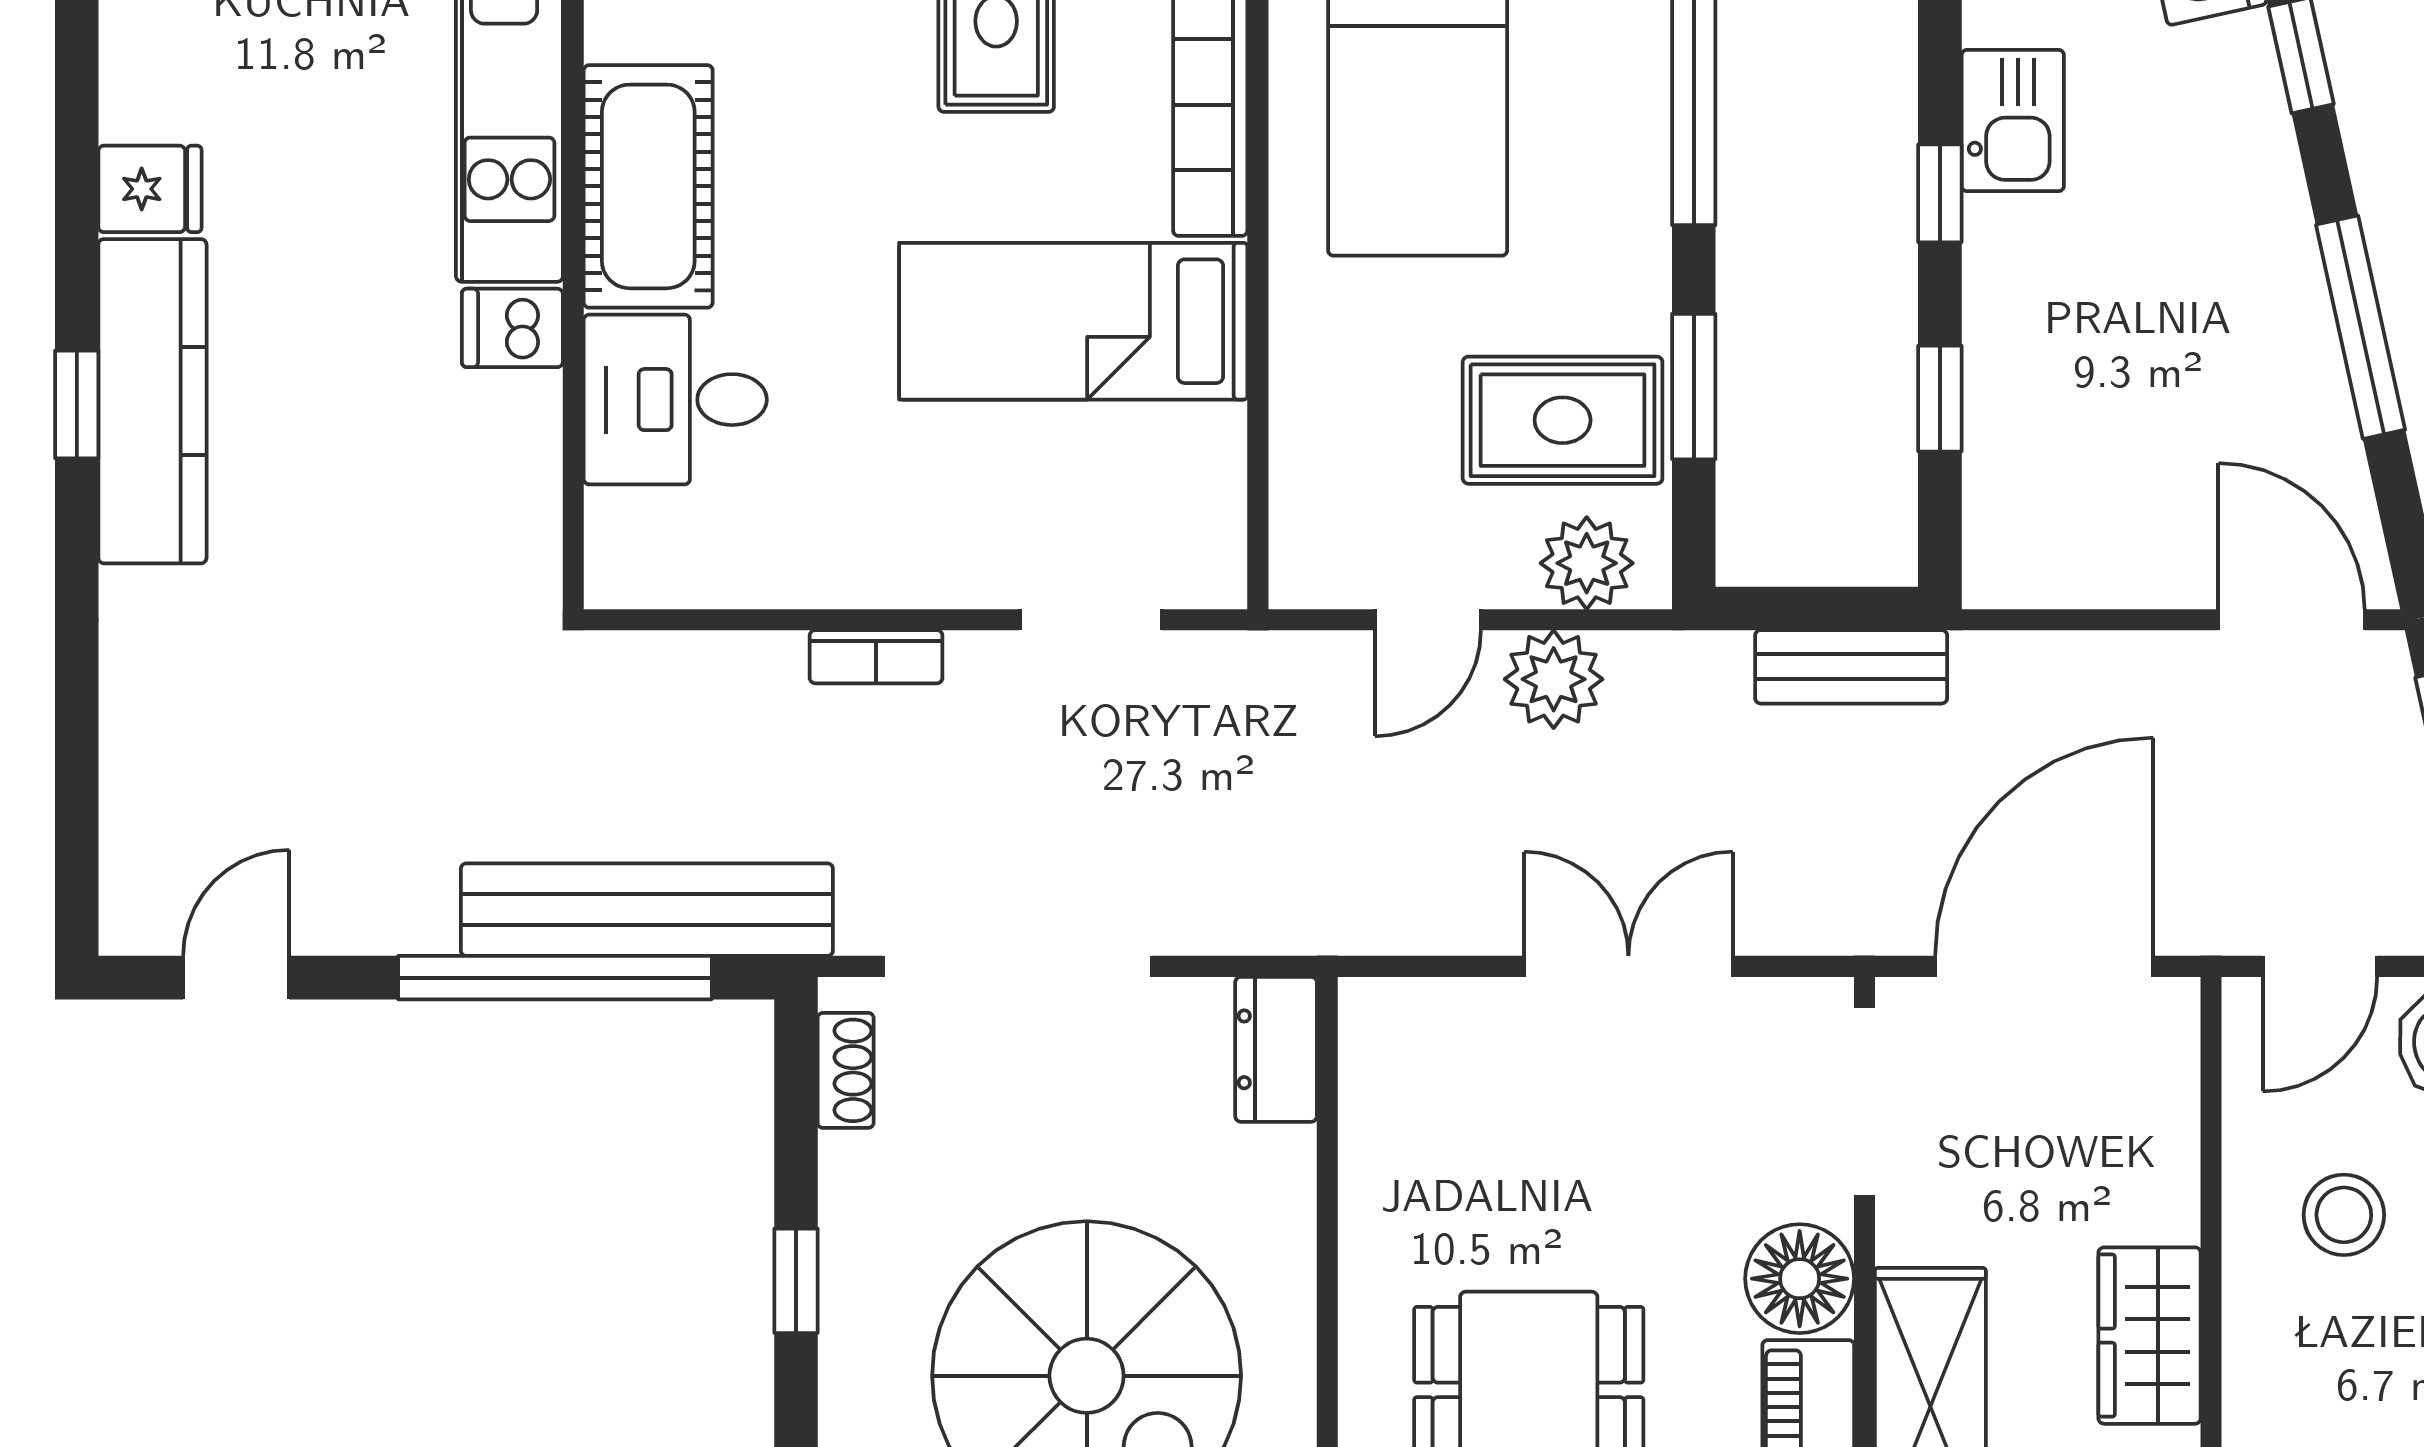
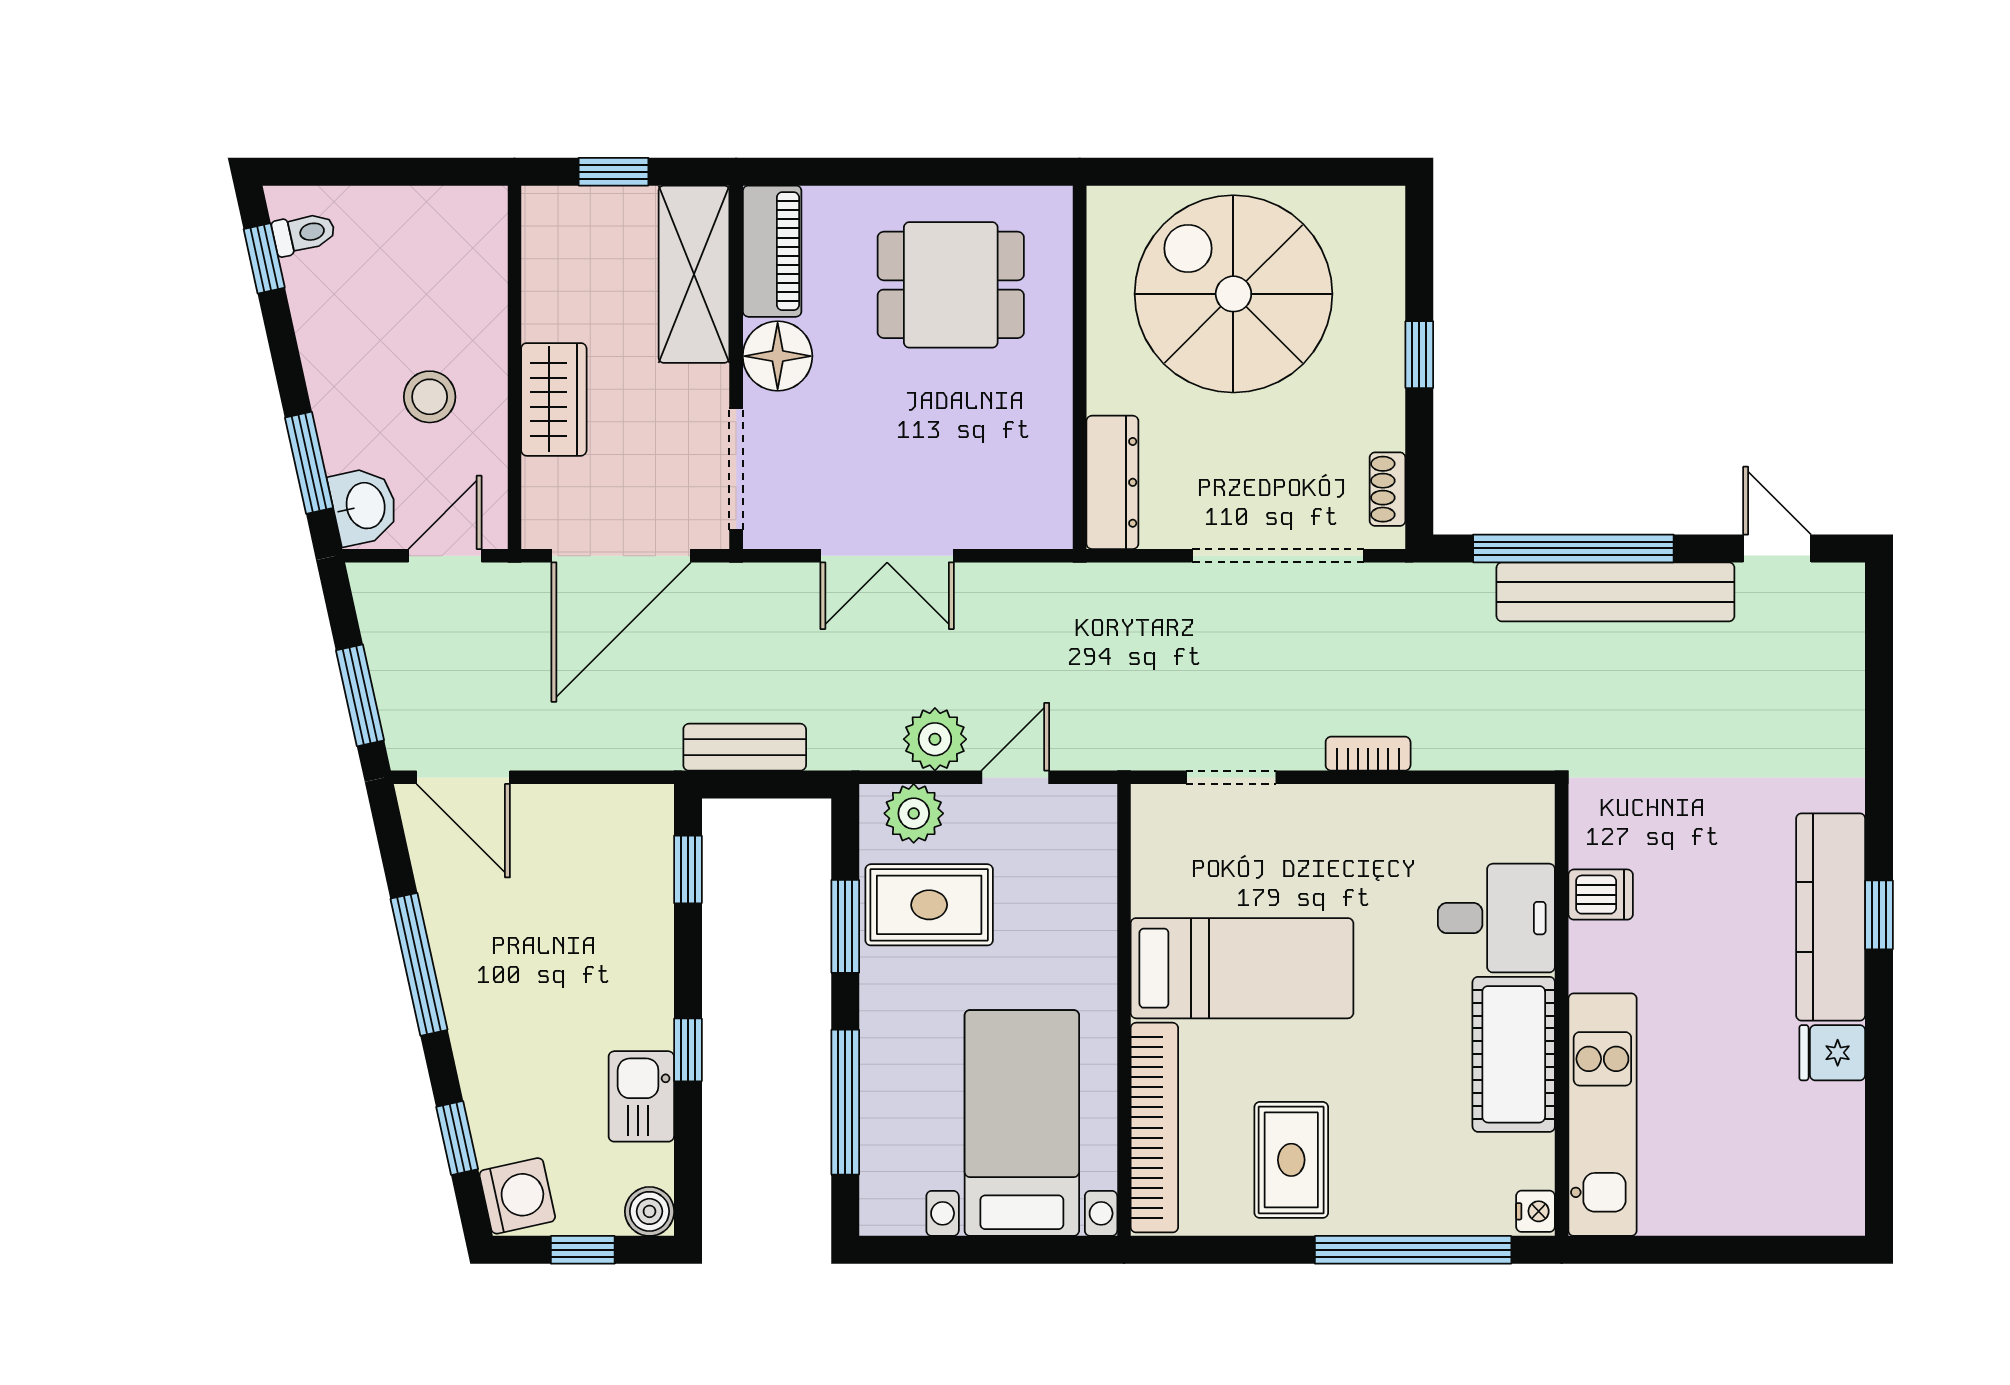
dishwasher: (512, 328) -> (1601, 895), moved
window: (1940, 399) -> (688, 869), moved
bench: (647, 910) -> (1615, 592), moved
door: (236, 978) -> (1777, 548), swing flipped
dresser: (1276, 1049) -> (1112, 482), width x1.44
wardrobe: (2150, 1336) -> (554, 399), moved

